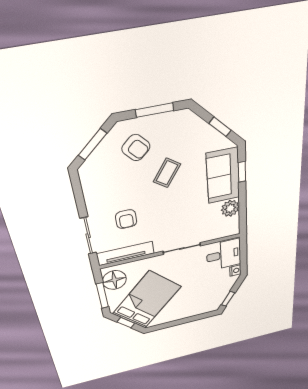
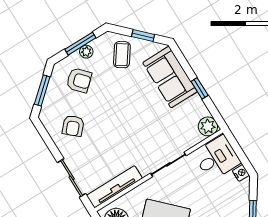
plant: (157, 121) -> (86, 52), added
window: (242, 172) -> (200, 88), moved
coffee table: (167, 173) -> (122, 55), moved
plant: (230, 208) -> (208, 126), moved
armchair: (126, 219) -> (73, 126), moved, turned 42

